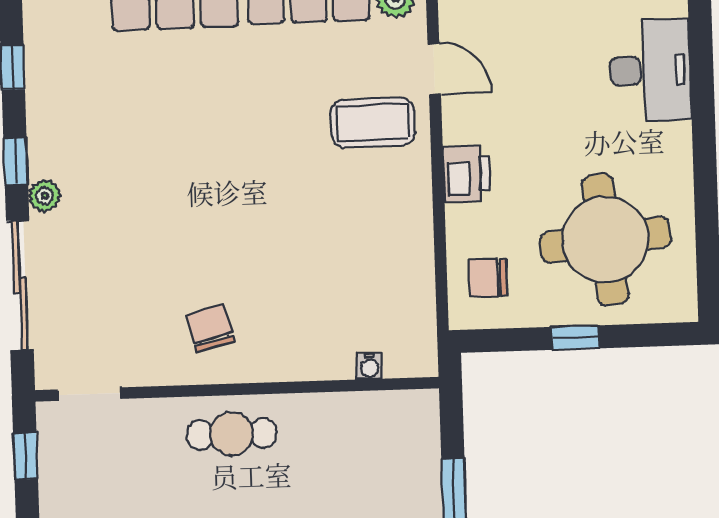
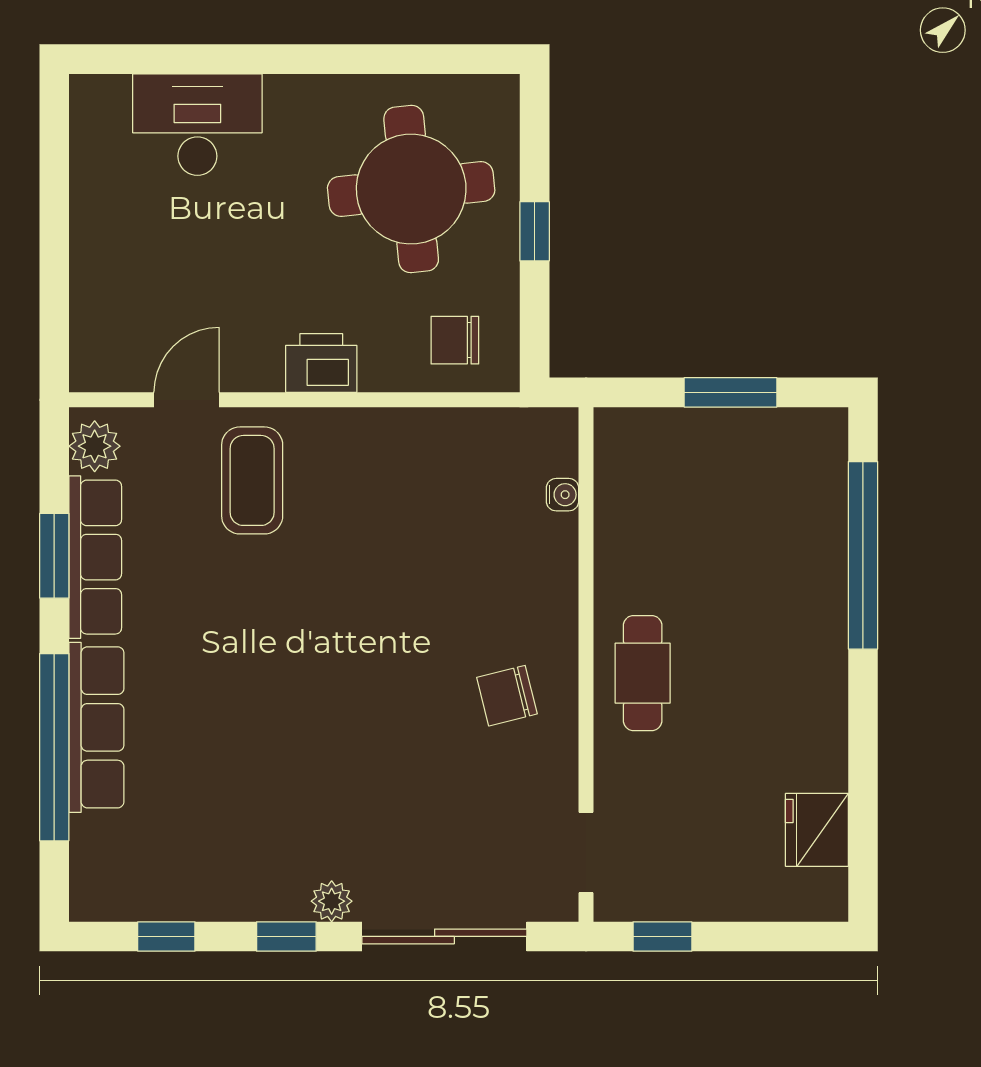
chair: (488, 278) -> (455, 340), turned 90

